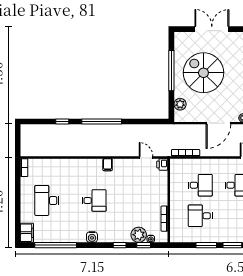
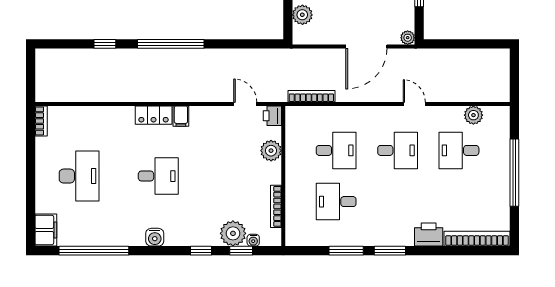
locker: (91, 164) -> (154, 115), added
plant: (161, 185) -> (271, 151), added
desk: (47, 200) -> (79, 176), turned 180

